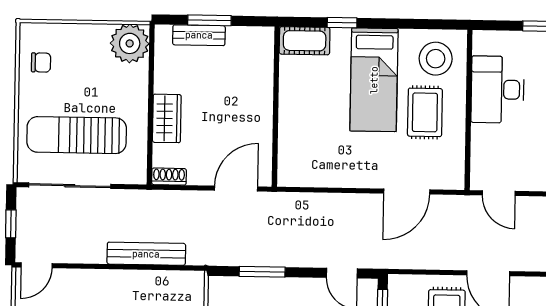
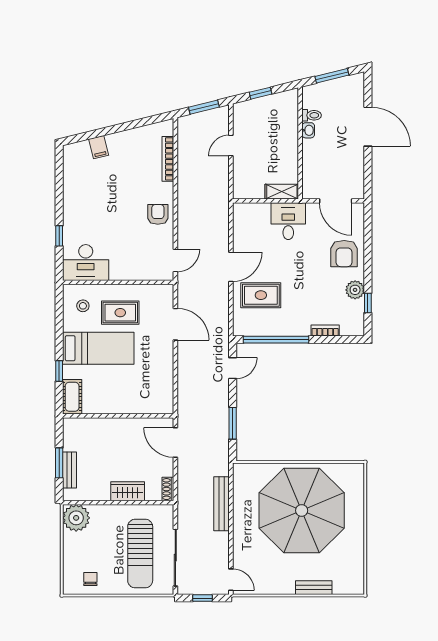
stool: (436, 59) -> (83, 306), width x0.53, depth x0.53
desk: (497, 90) -> (86, 263), moved

